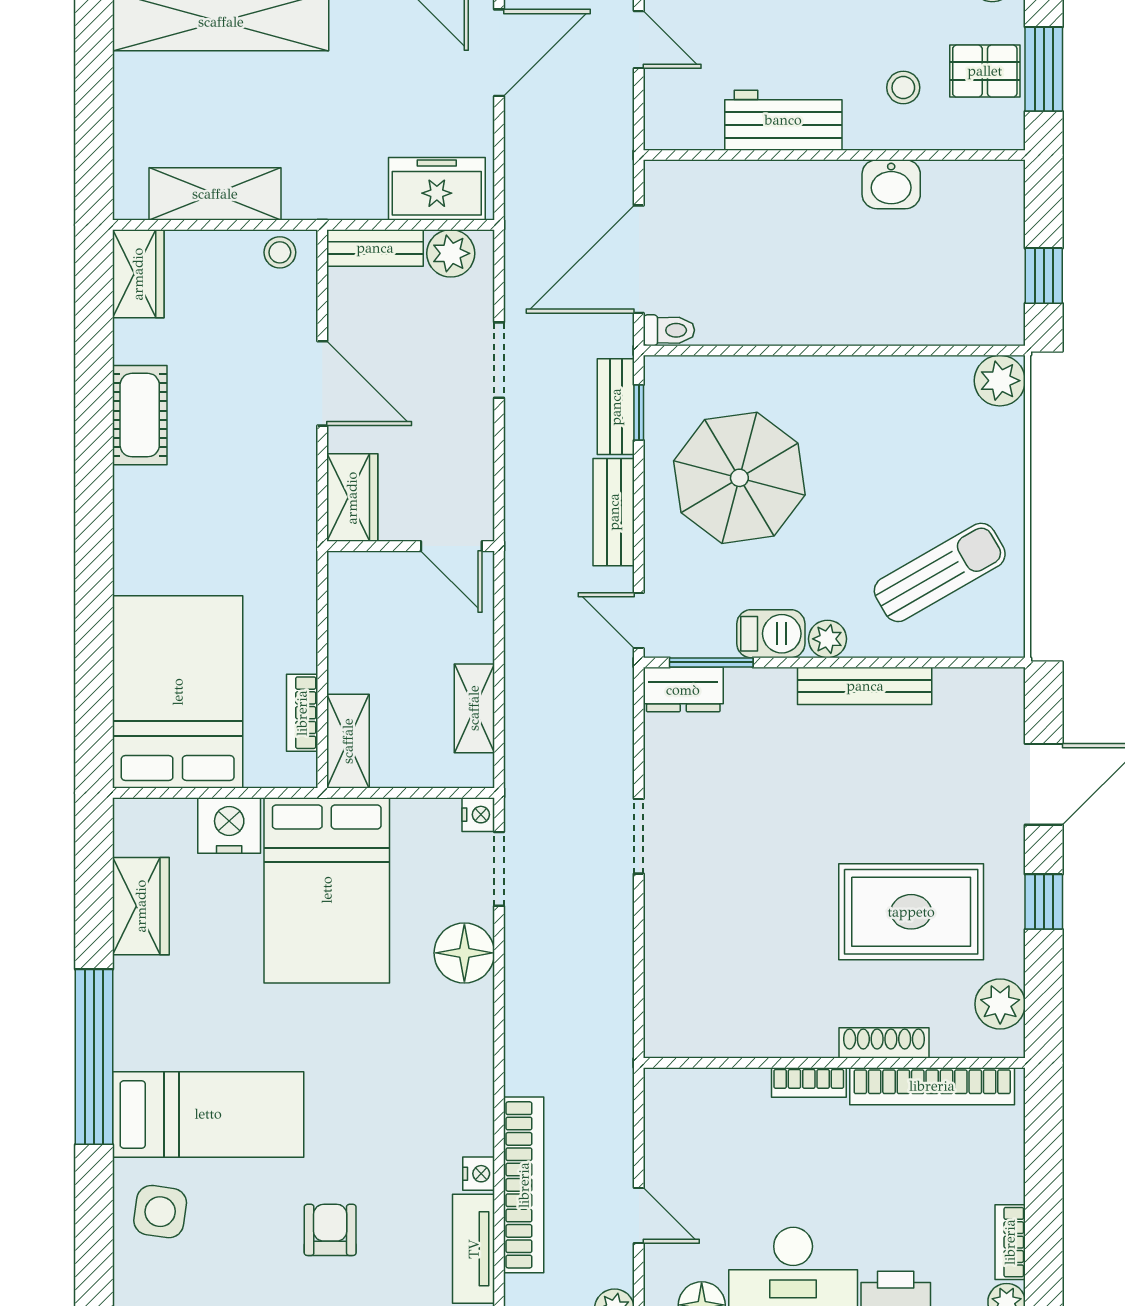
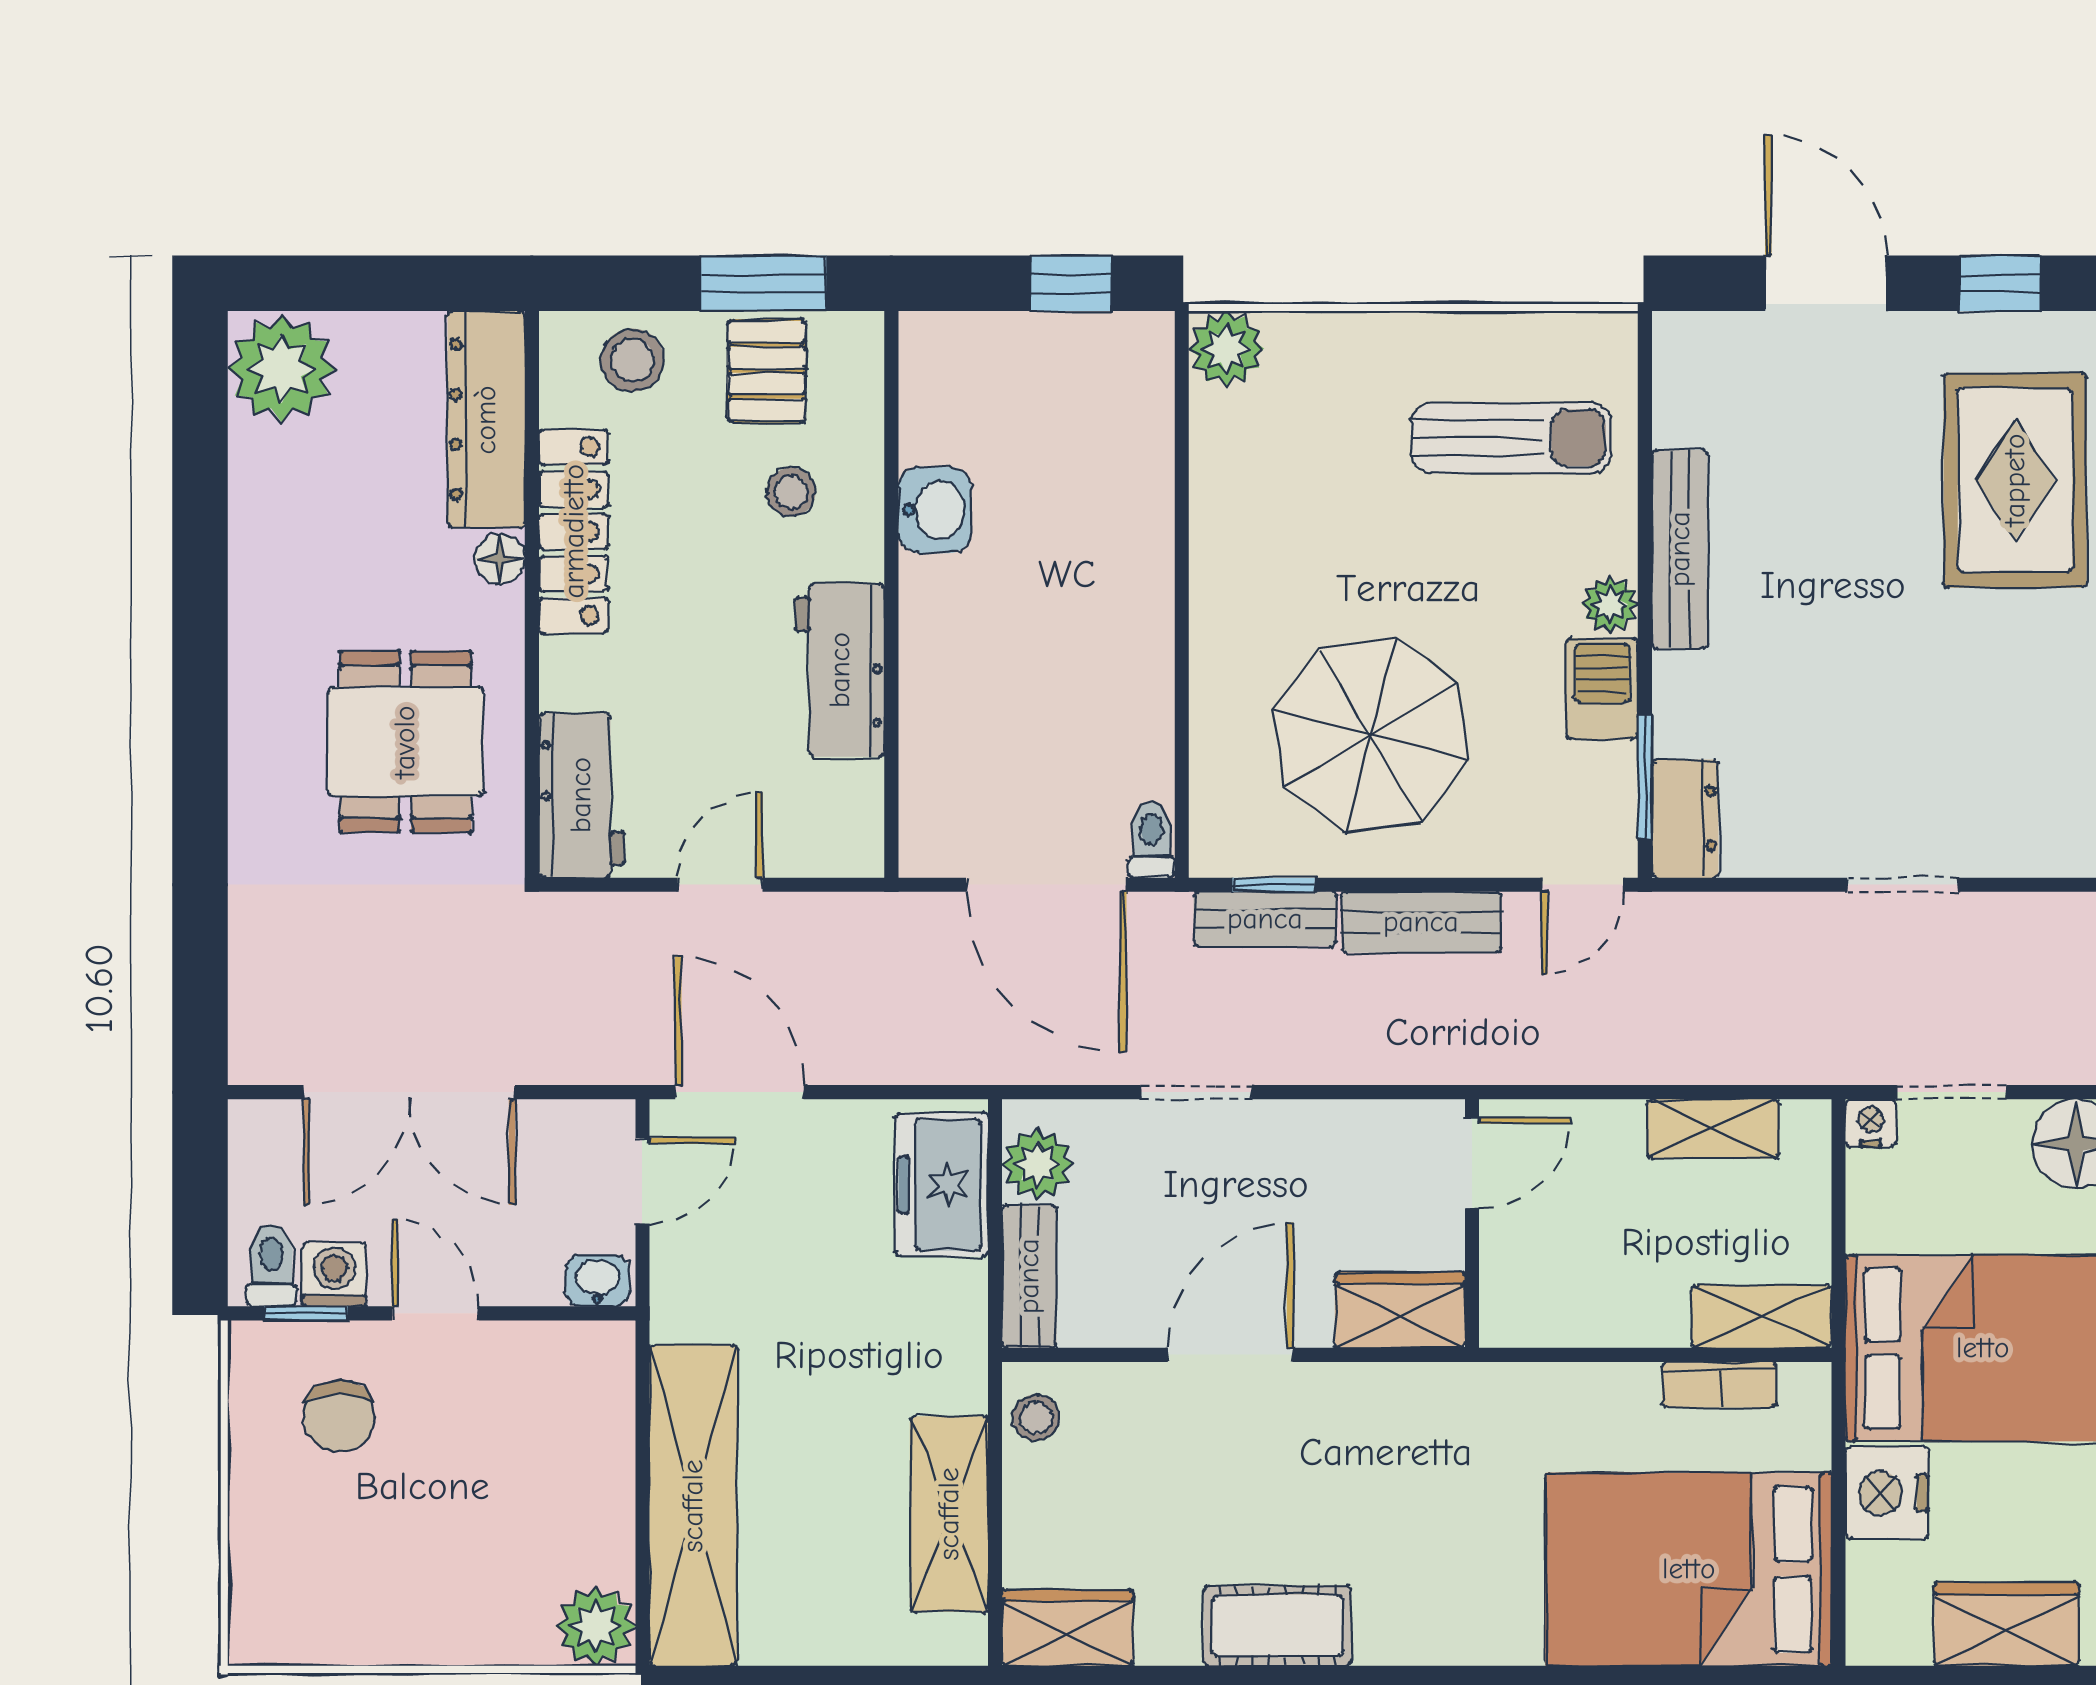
sun lounger: (940, 572) -> (1511, 438), turned 120

